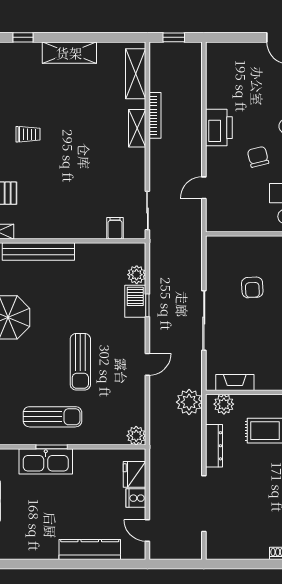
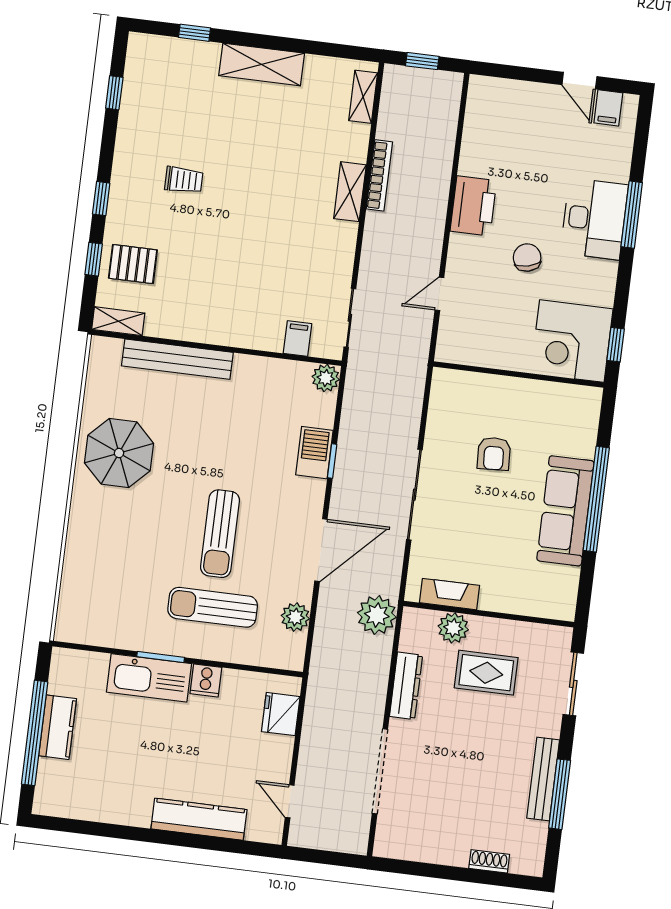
shelving: (136, 74) -> (363, 97), width x0.67, depth x0.75
plant: (137, 275) -> (326, 378), moved
door: (147, 364) -> (321, 550), width x1.88
plant: (224, 404) -> (453, 628), moved
sun lounger: (53, 417) -> (213, 607), moved, turned 180
plant: (136, 436) -> (295, 617), moved
cooker: (136, 498) -> (206, 680), moved, turned -90

